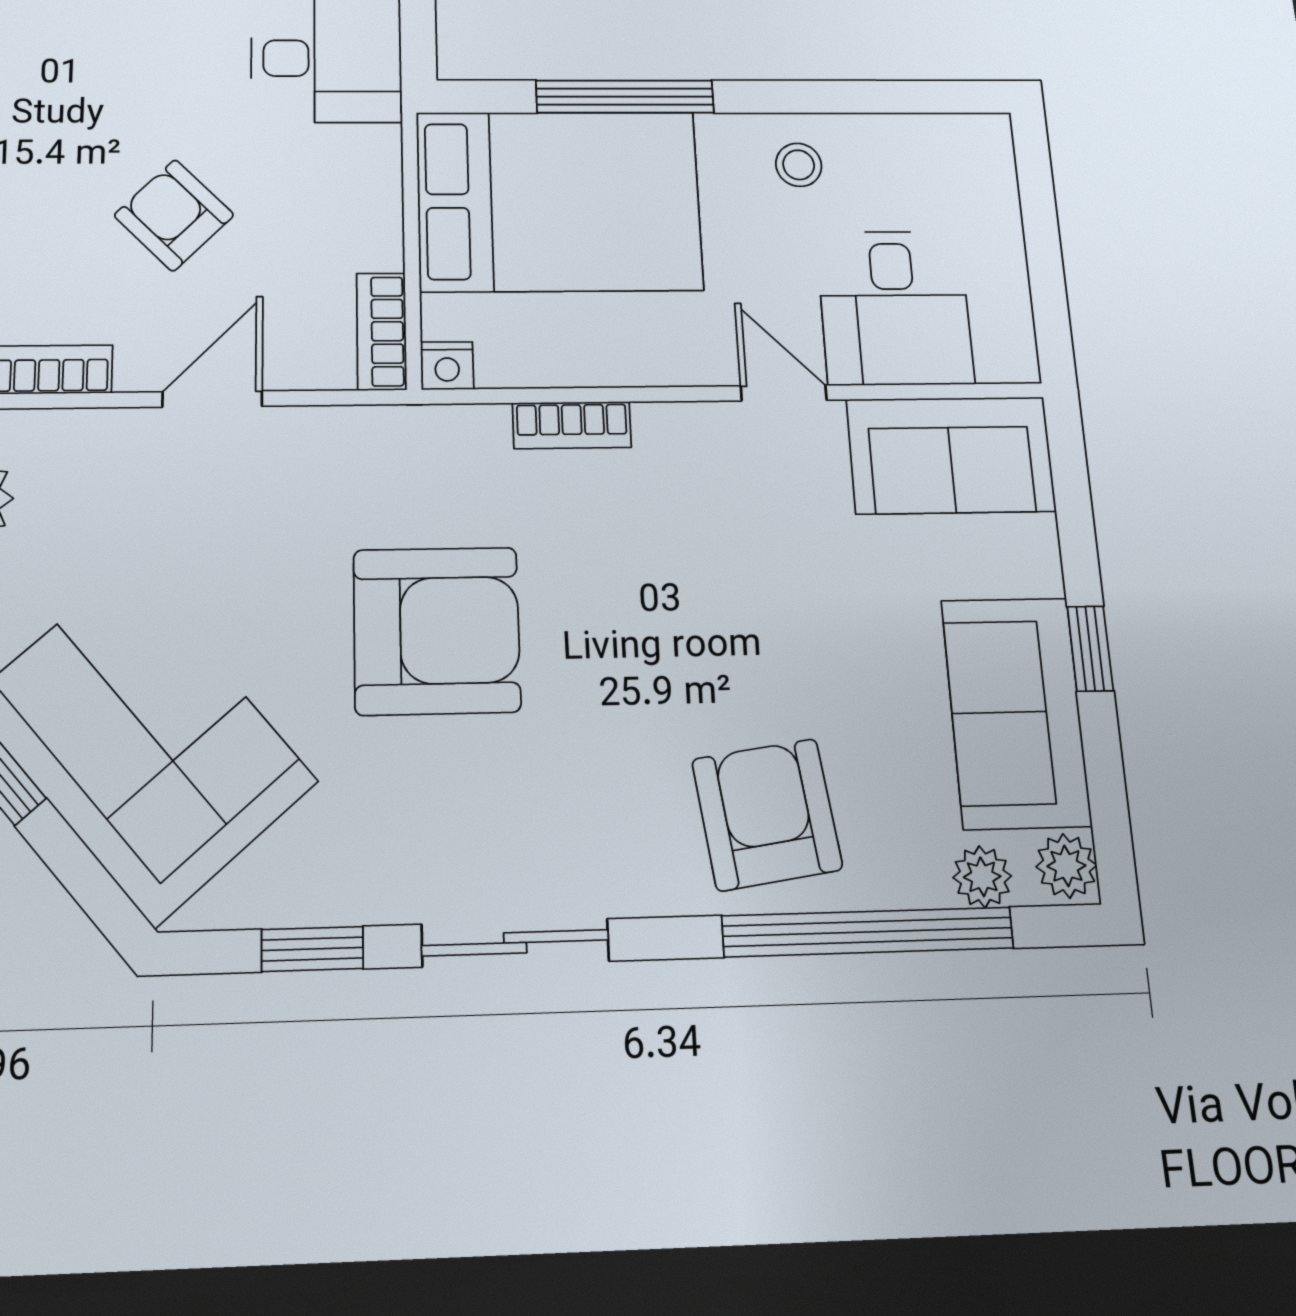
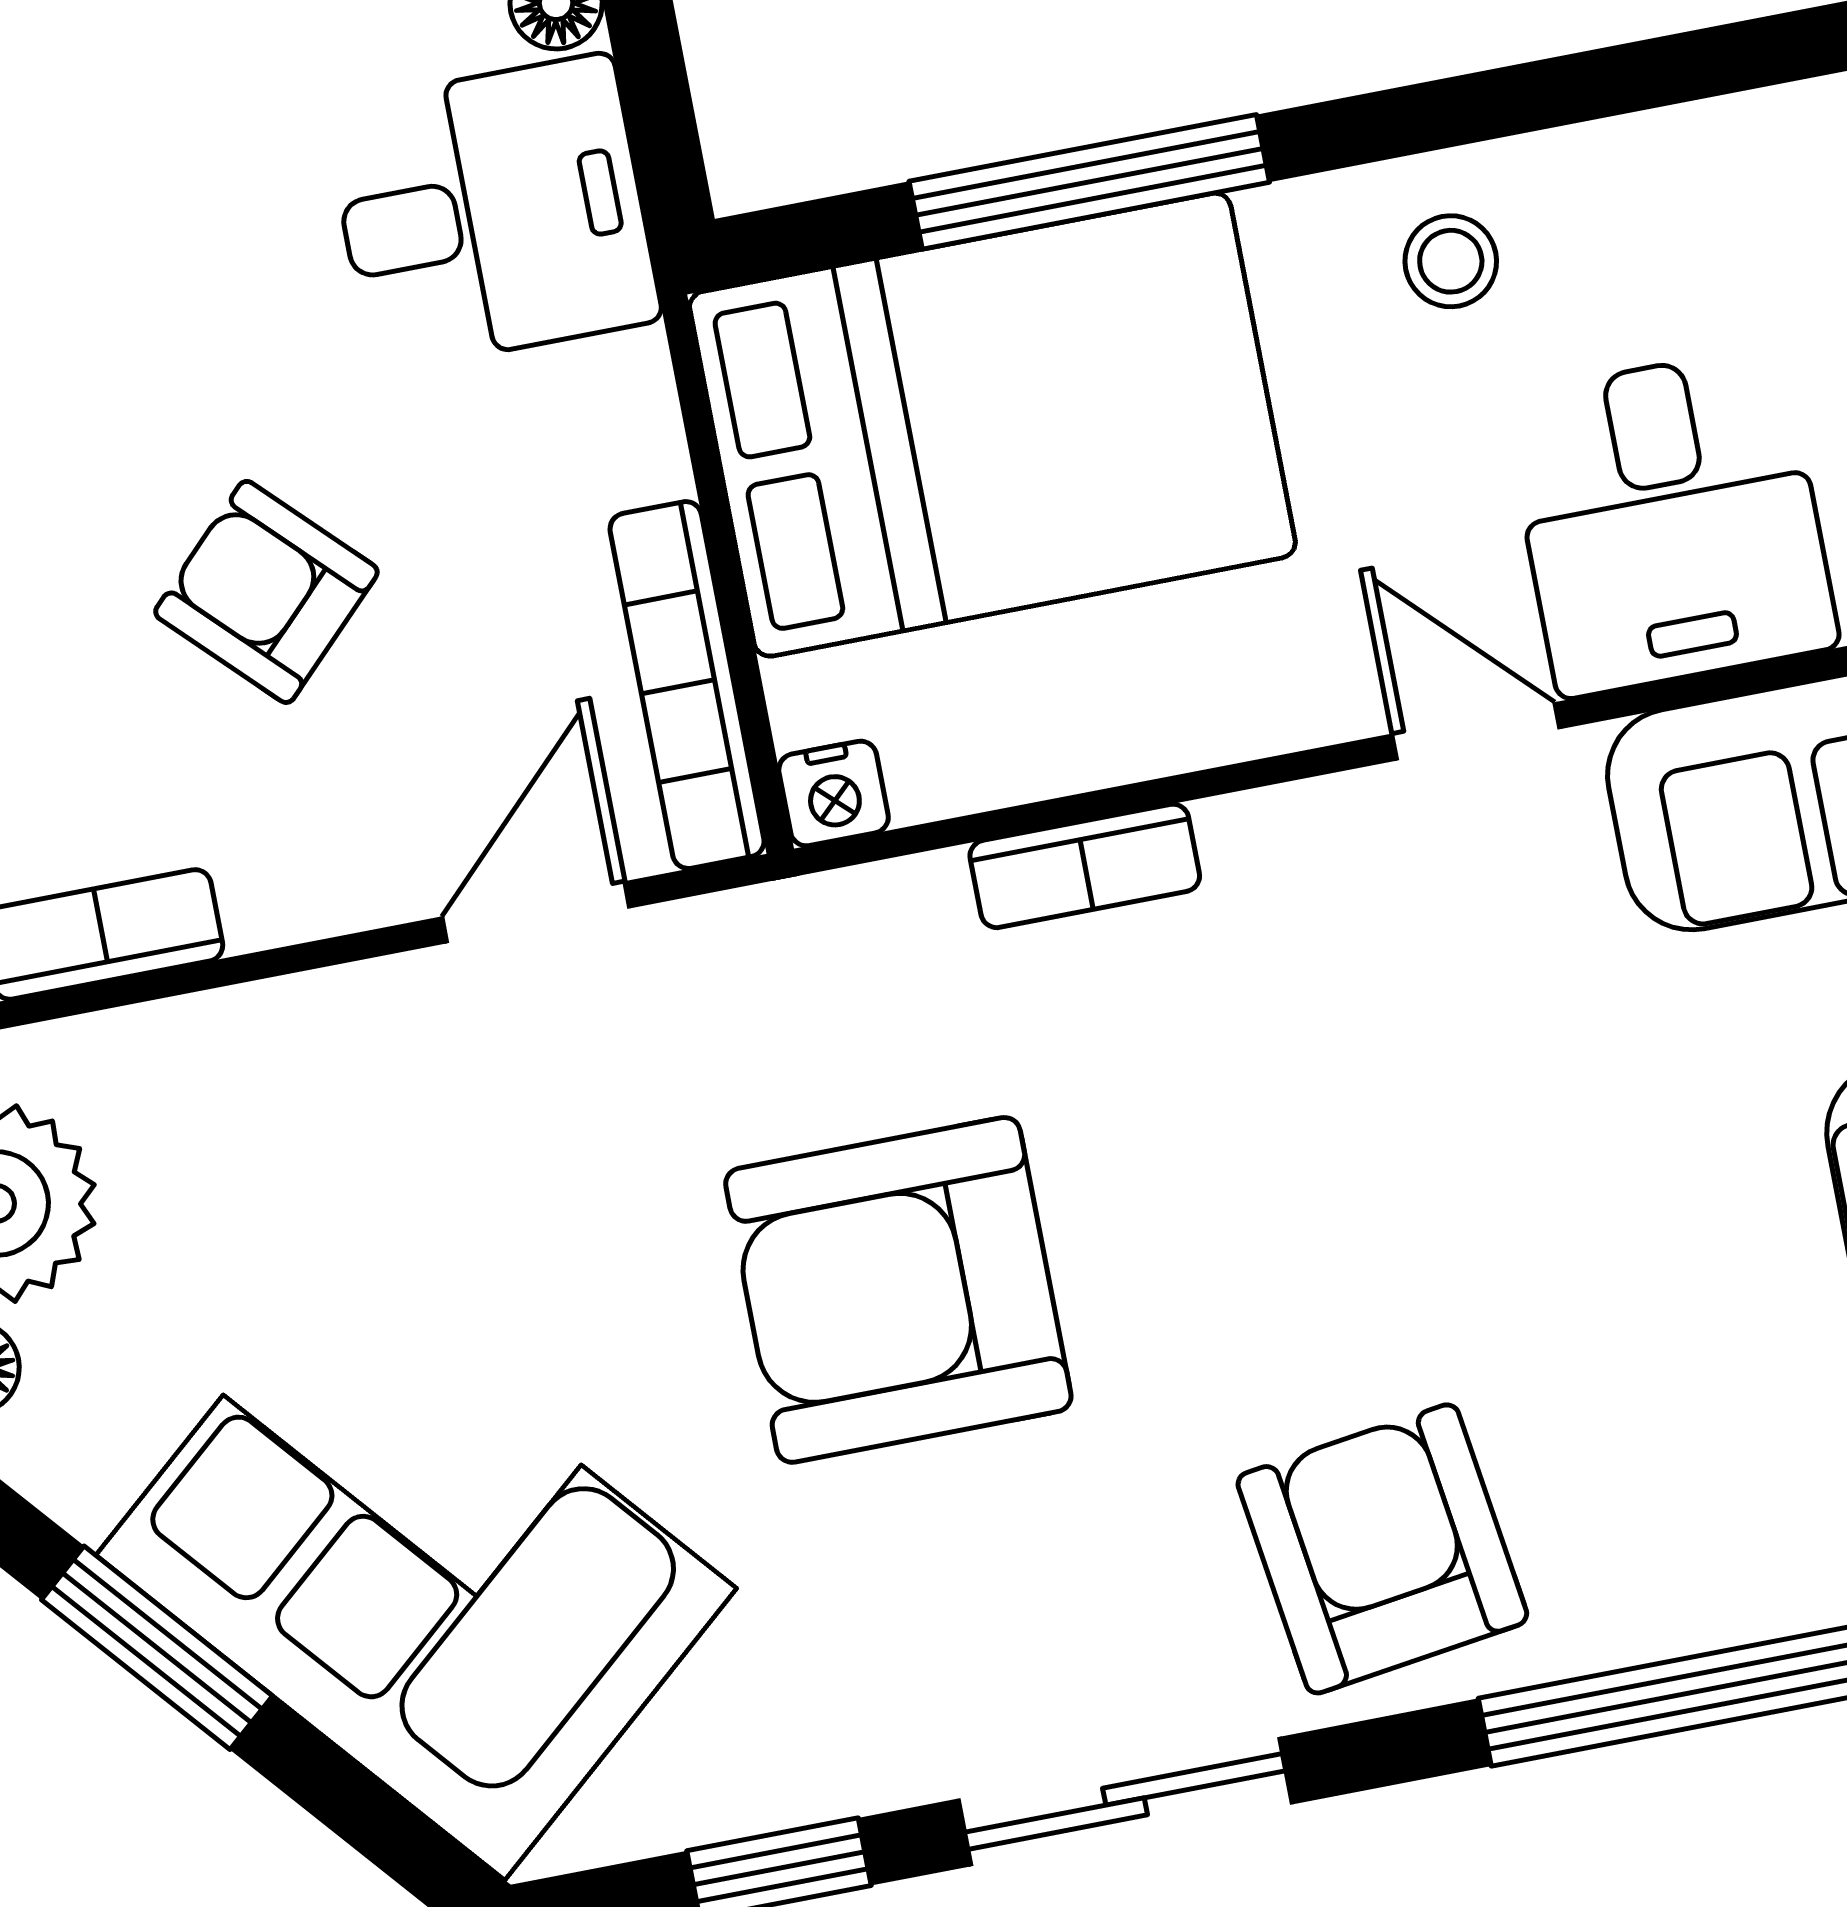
bookcase: (382, 331) -> (687, 685), width x1.56
door: (212, 399) -> (536, 912), moved
armchair: (437, 630) -> (898, 1290), turned 180
armchair: (767, 814) -> (1382, 1549), moved

